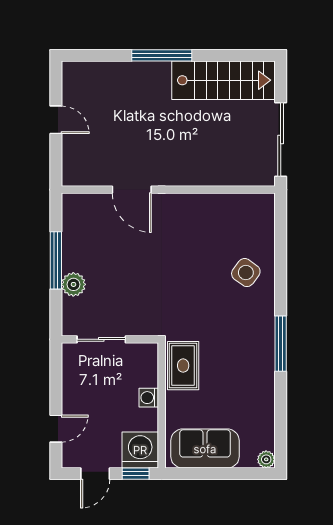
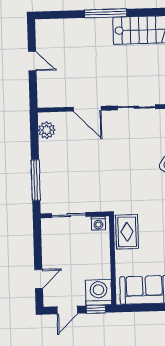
sliding door: (201, 190) -> (136, 107), added
window: (56, 260) -> (36, 180), moved
plant: (73, 284) -> (47, 130), moved
washing machine: (149, 398) -> (98, 223), moved, turned -90

